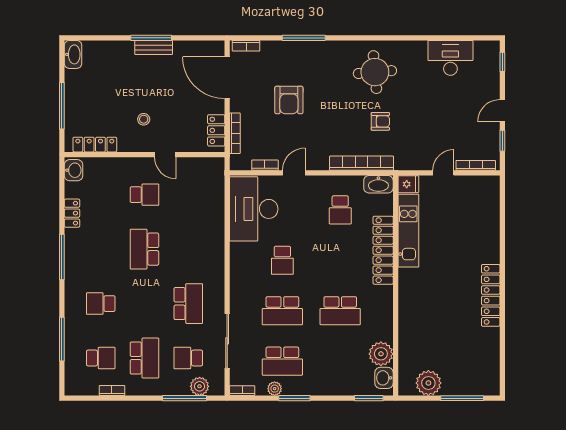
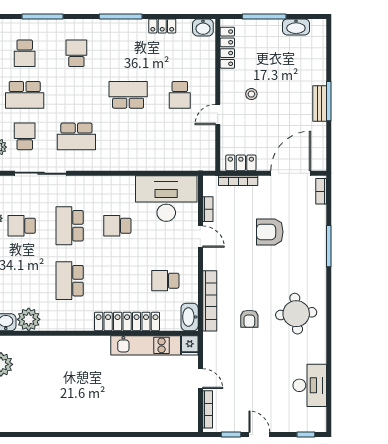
washbasin: (73, 54) -> (296, 27), moved
locker: (491, 295) -> (84, 424), removed
school desk: (282, 361) -> (22, 226), width x0.54

